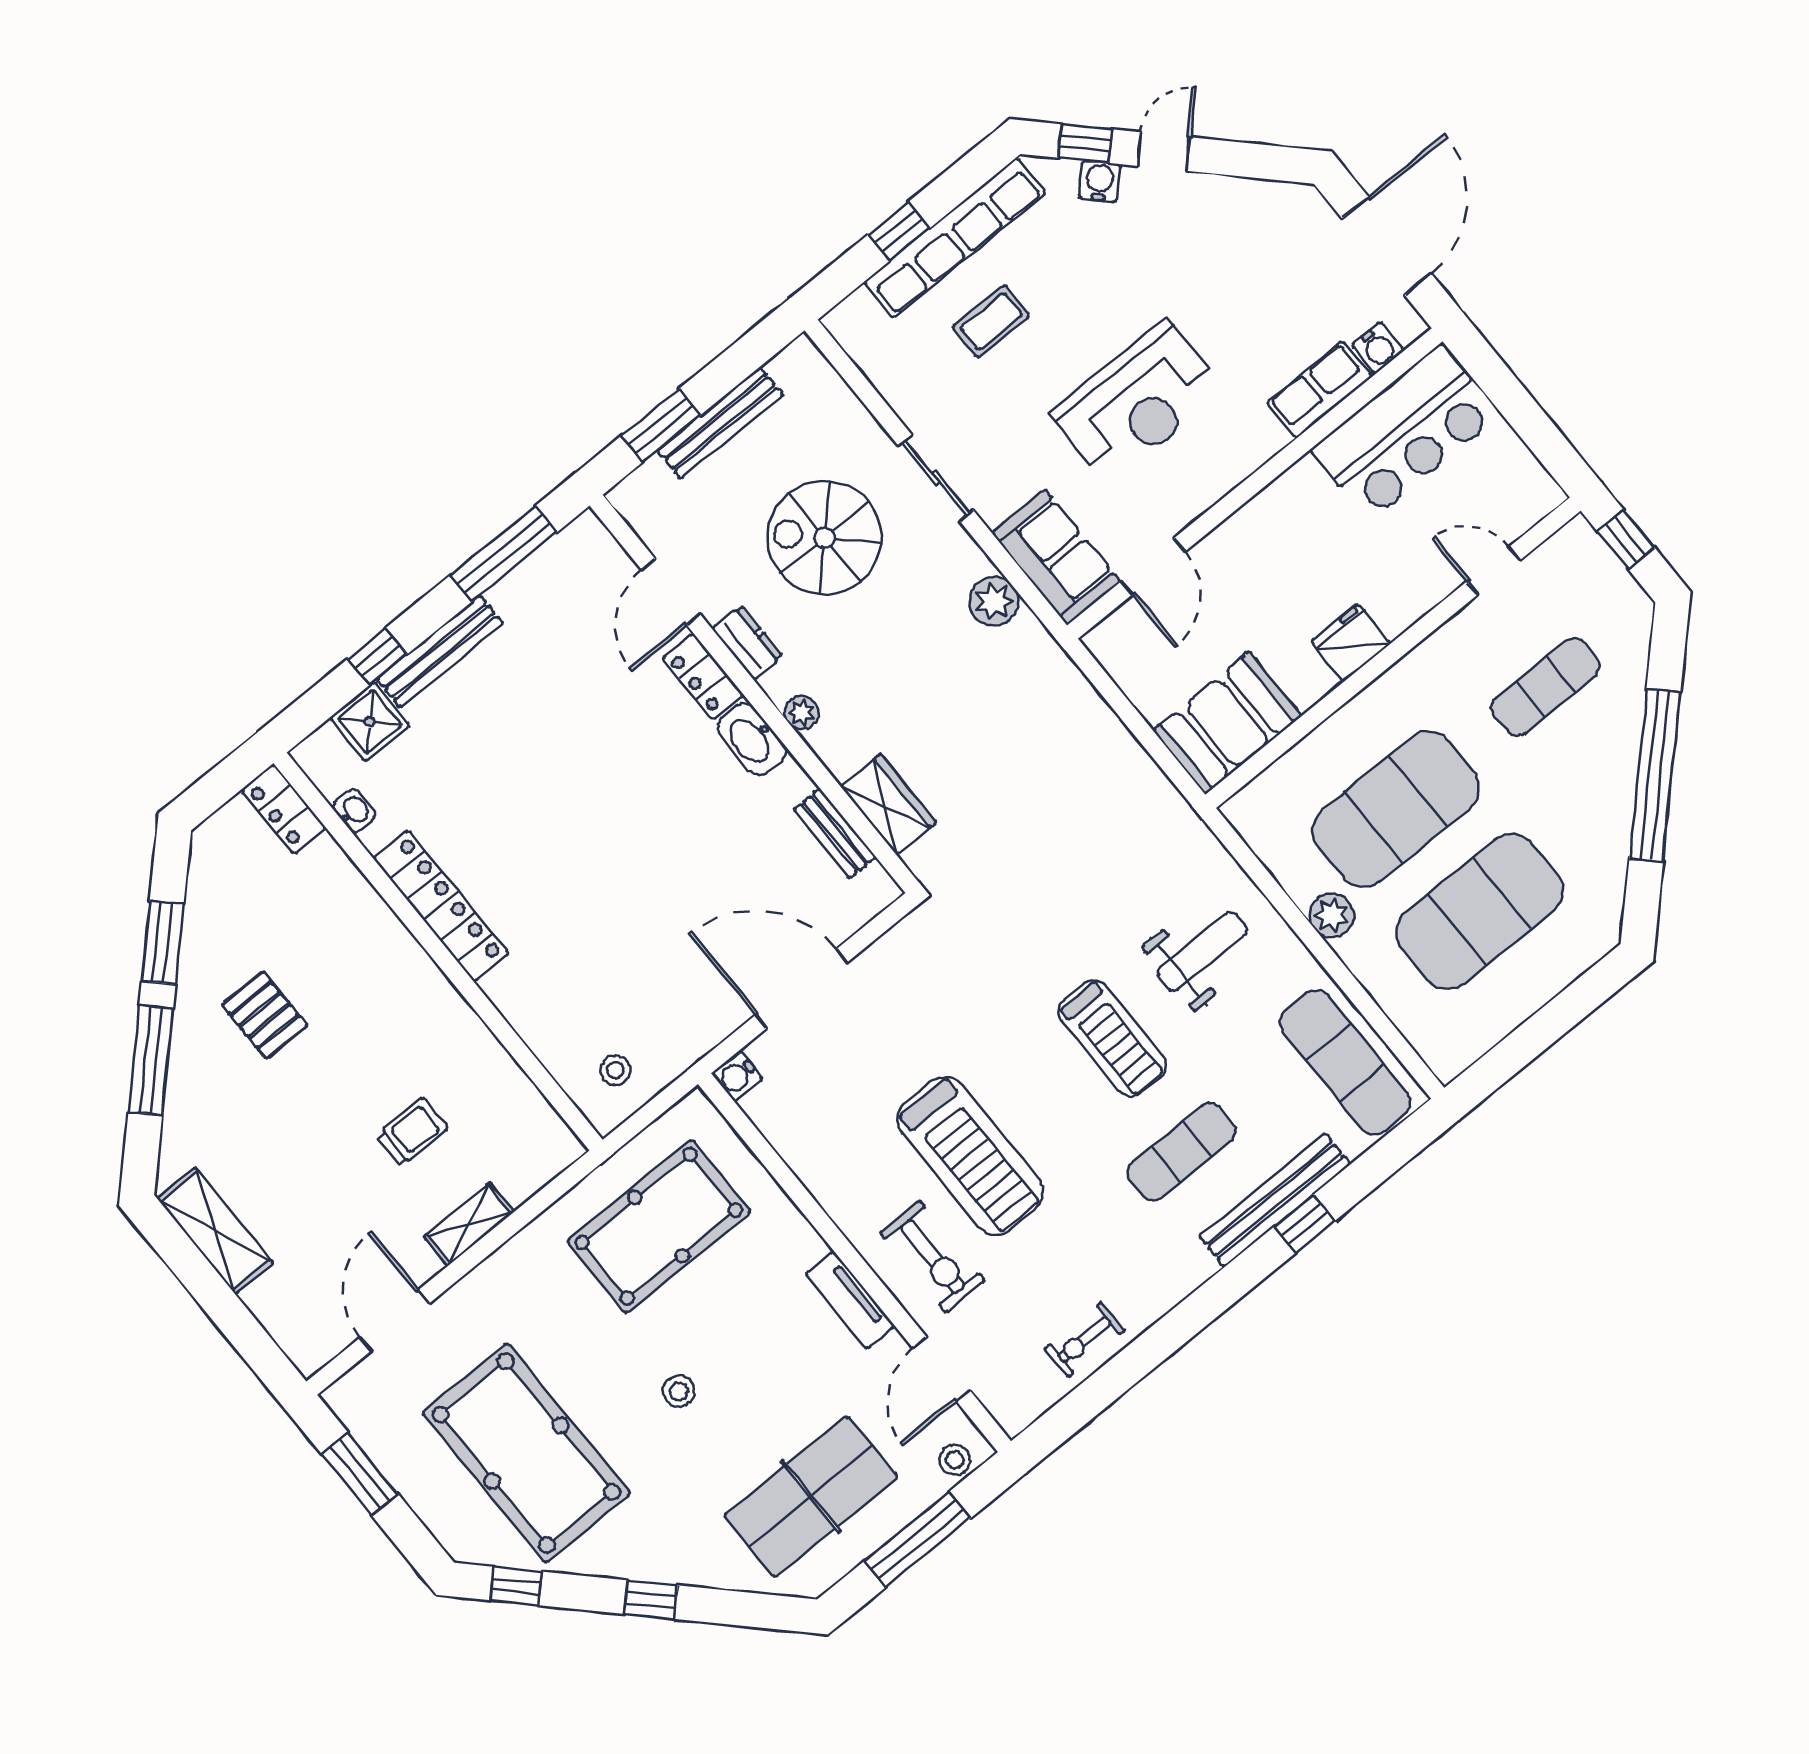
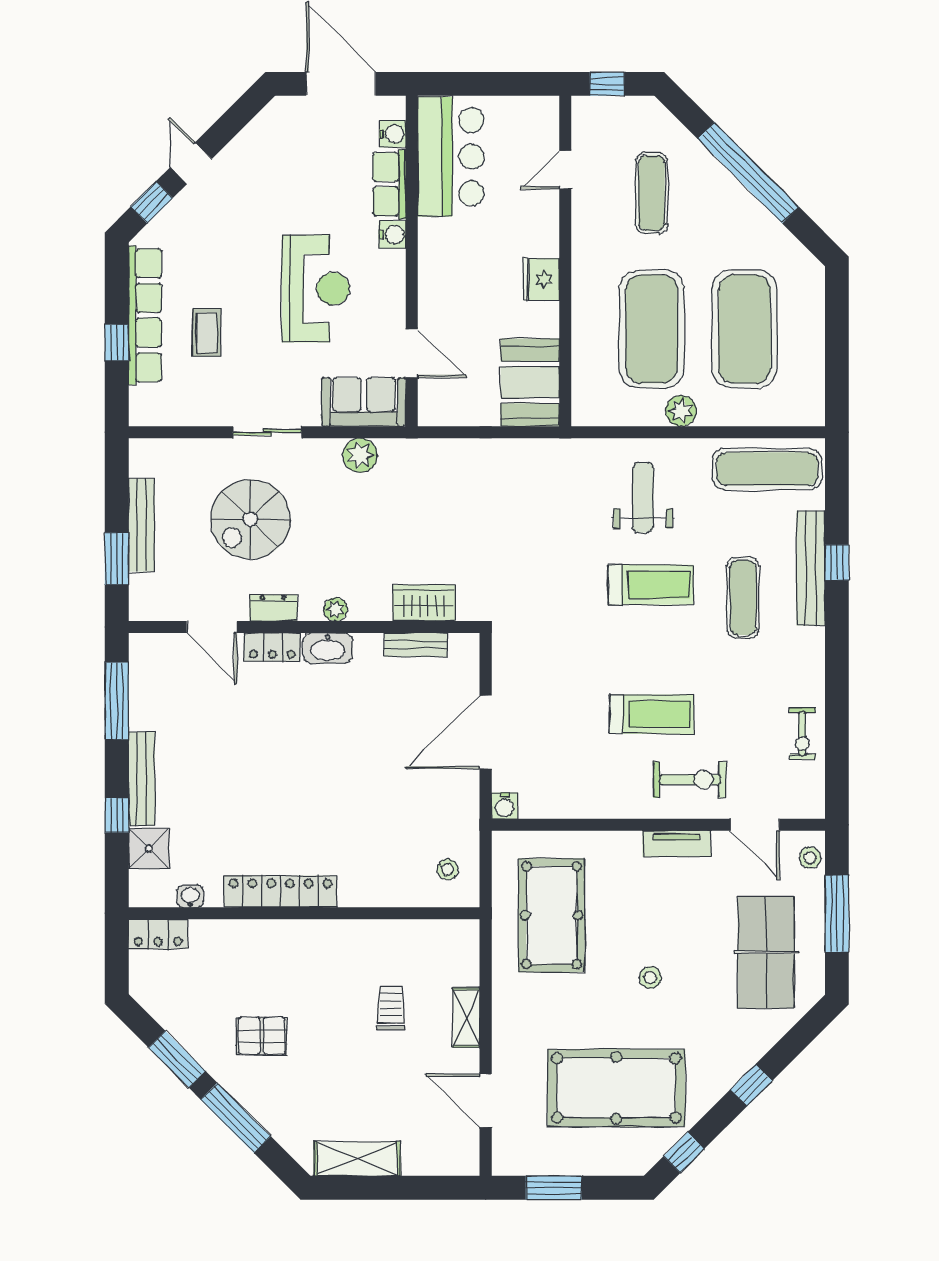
water cooler: (1100, 181) -> (392, 235), moved, turned 135
treadmill: (970, 1156) -> (651, 714), width x0.73, depth x0.73

